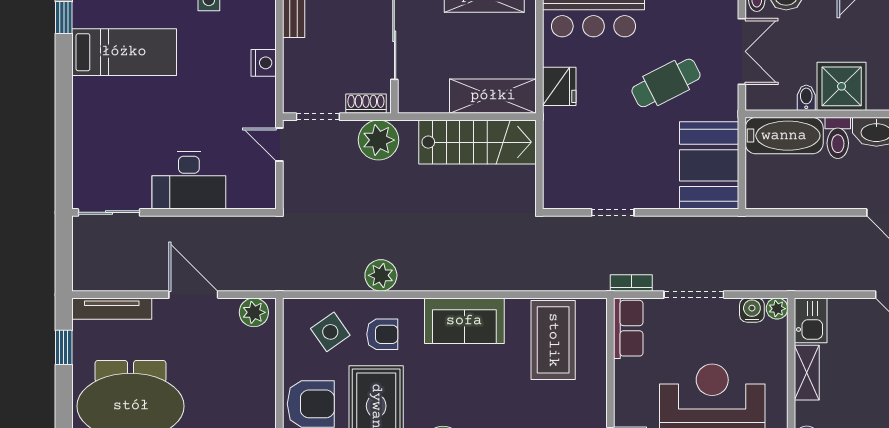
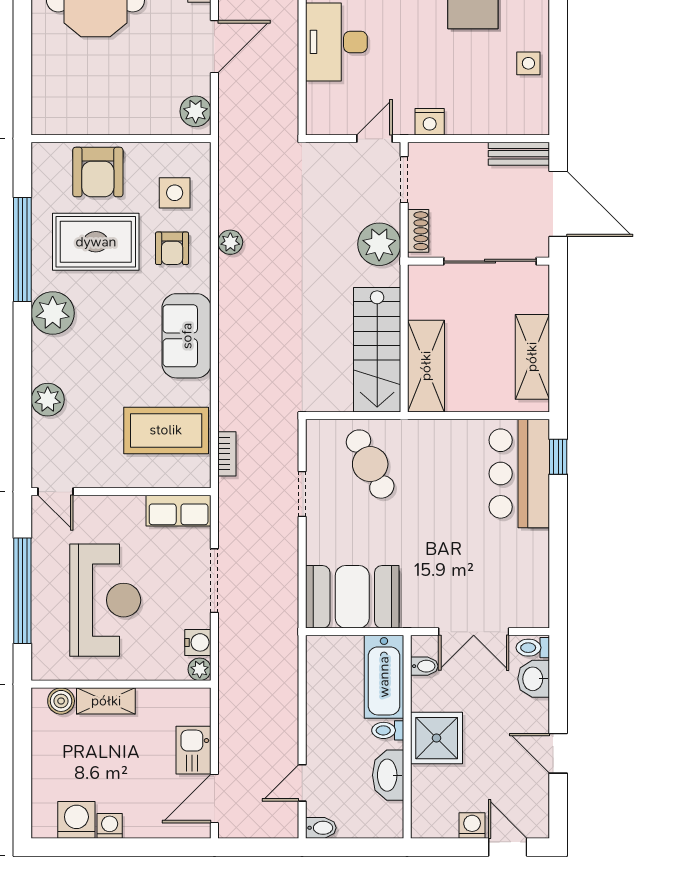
nightstand: (264, 63) -> (430, 122), moved
cafe table: (666, 83) -> (370, 464), moved
fridge: (559, 86) -> (437, 437), removed
bidet: (806, 98) -> (424, 666), moved
toilet: (838, 138) -> (388, 730), width x0.73, depth x0.72
plant: (381, 275) -> (230, 242), width x0.73, depth x0.73
bookcase: (631, 283) -> (227, 454), moved
kitchen sink: (811, 320) -> (194, 750), moved, turned 90
side table: (330, 332) -> (175, 193), turned 35
shelving: (807, 373) -> (106, 701), moved

